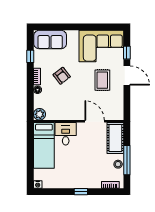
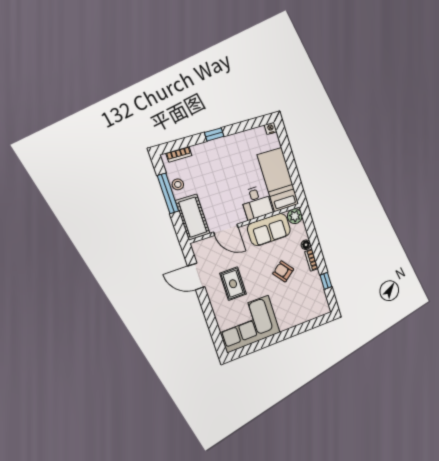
sofa: (50, 40) -> (269, 230), moved, turned 180
window: (127, 53) -> (214, 328), removed
door: (127, 76) -> (196, 276), moved

